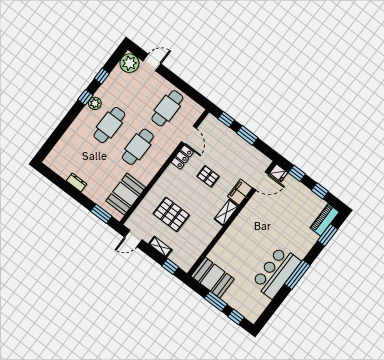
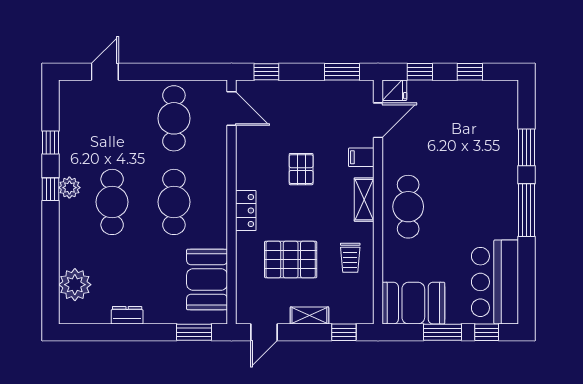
plant: (129, 63) -> (75, 285), moved
door: (189, 135) -> (231, 109), moved
window: (247, 135) -> (342, 72), moved
locker: (182, 157) -> (246, 211), moved
pallet: (208, 176) -> (301, 169), turned 90
filing cabinet: (240, 192) -> (361, 157), width x0.50
piano: (325, 220) -> (506, 107), removed
cafe table: (244, 231) -> (408, 207), added
trolley: (199, 234) -> (350, 258), added
window: (328, 235) -> (526, 147), moved
bar counter: (276, 272) -> (495, 282), moved

